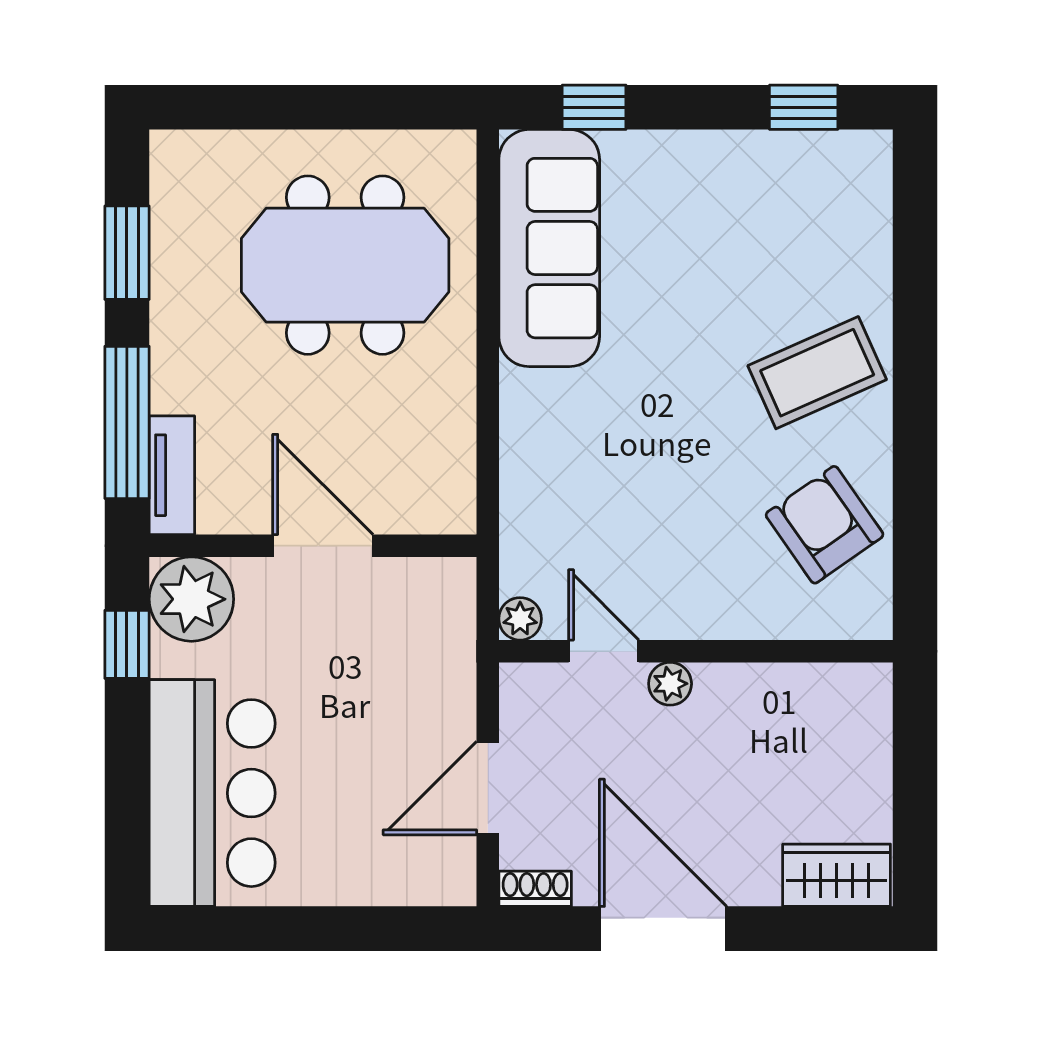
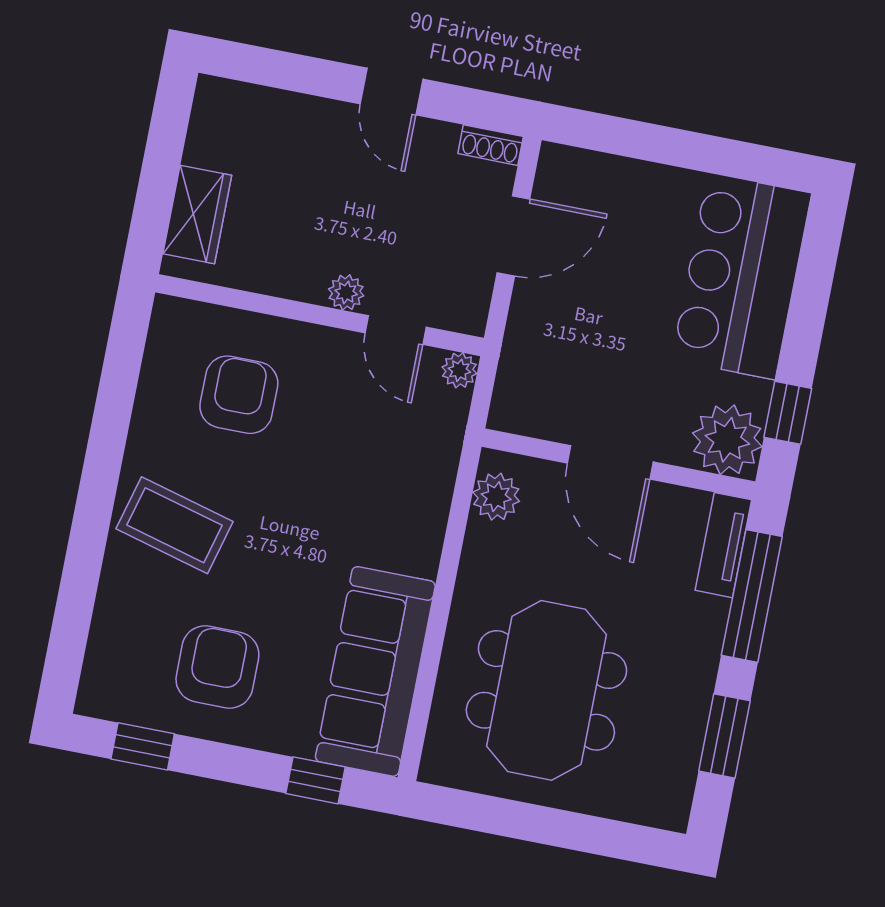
armchair: (735, 217) -> (217, 667), added
meeting table: (345, 265) -> (546, 690), turned 90
coffee table: (817, 373) -> (174, 525), turned 39
plant: (448, 480) -> (496, 497), added
armchair: (825, 525) -> (239, 395), moved, turned -145
wardrobe: (837, 875) -> (197, 215), moved, turned -90
door: (663, 929) -> (392, 91), width x0.53

